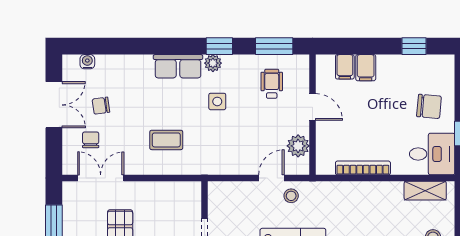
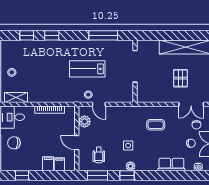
row of seats: (178, 66) -> (171, 164), moved
door: (271, 178) -> (99, 104), hinge flipped

